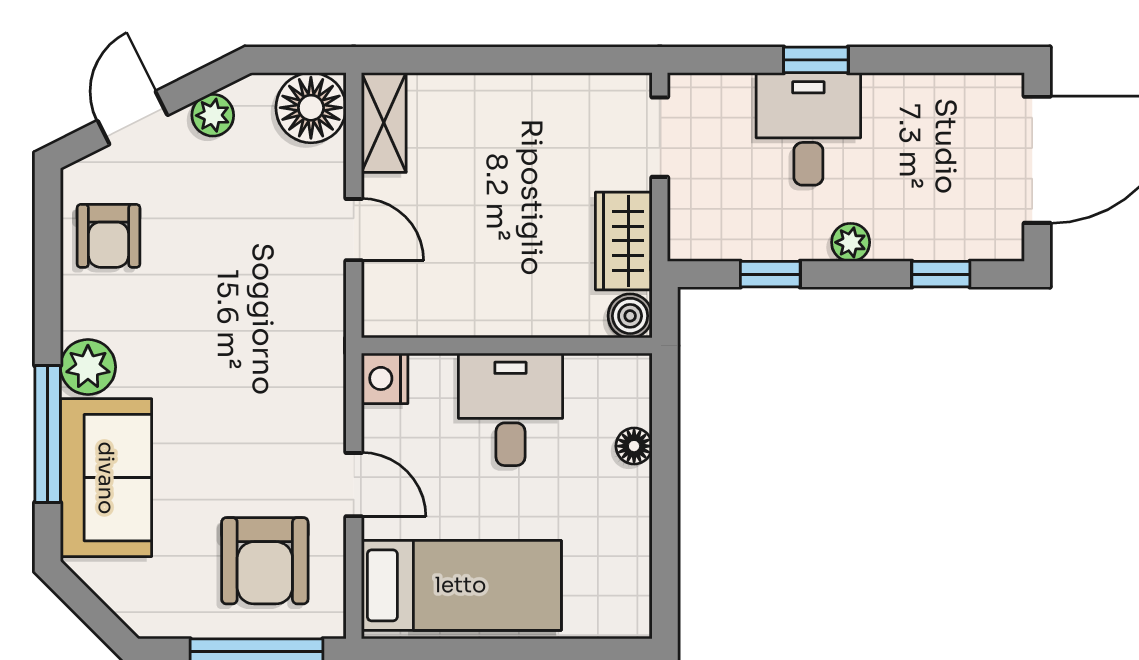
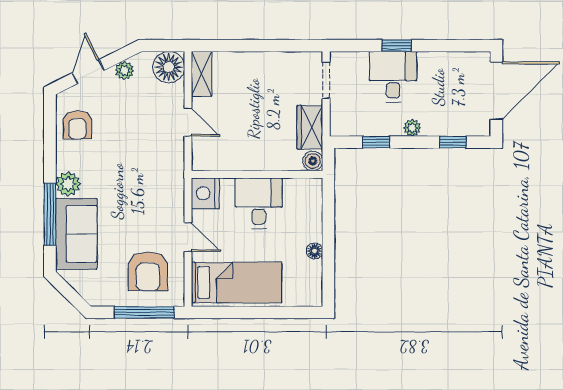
nightstand: (385, 378) -> (205, 193), width x1.36, depth x1.33
floor lamp: (634, 446) -> (314, 251), moved

